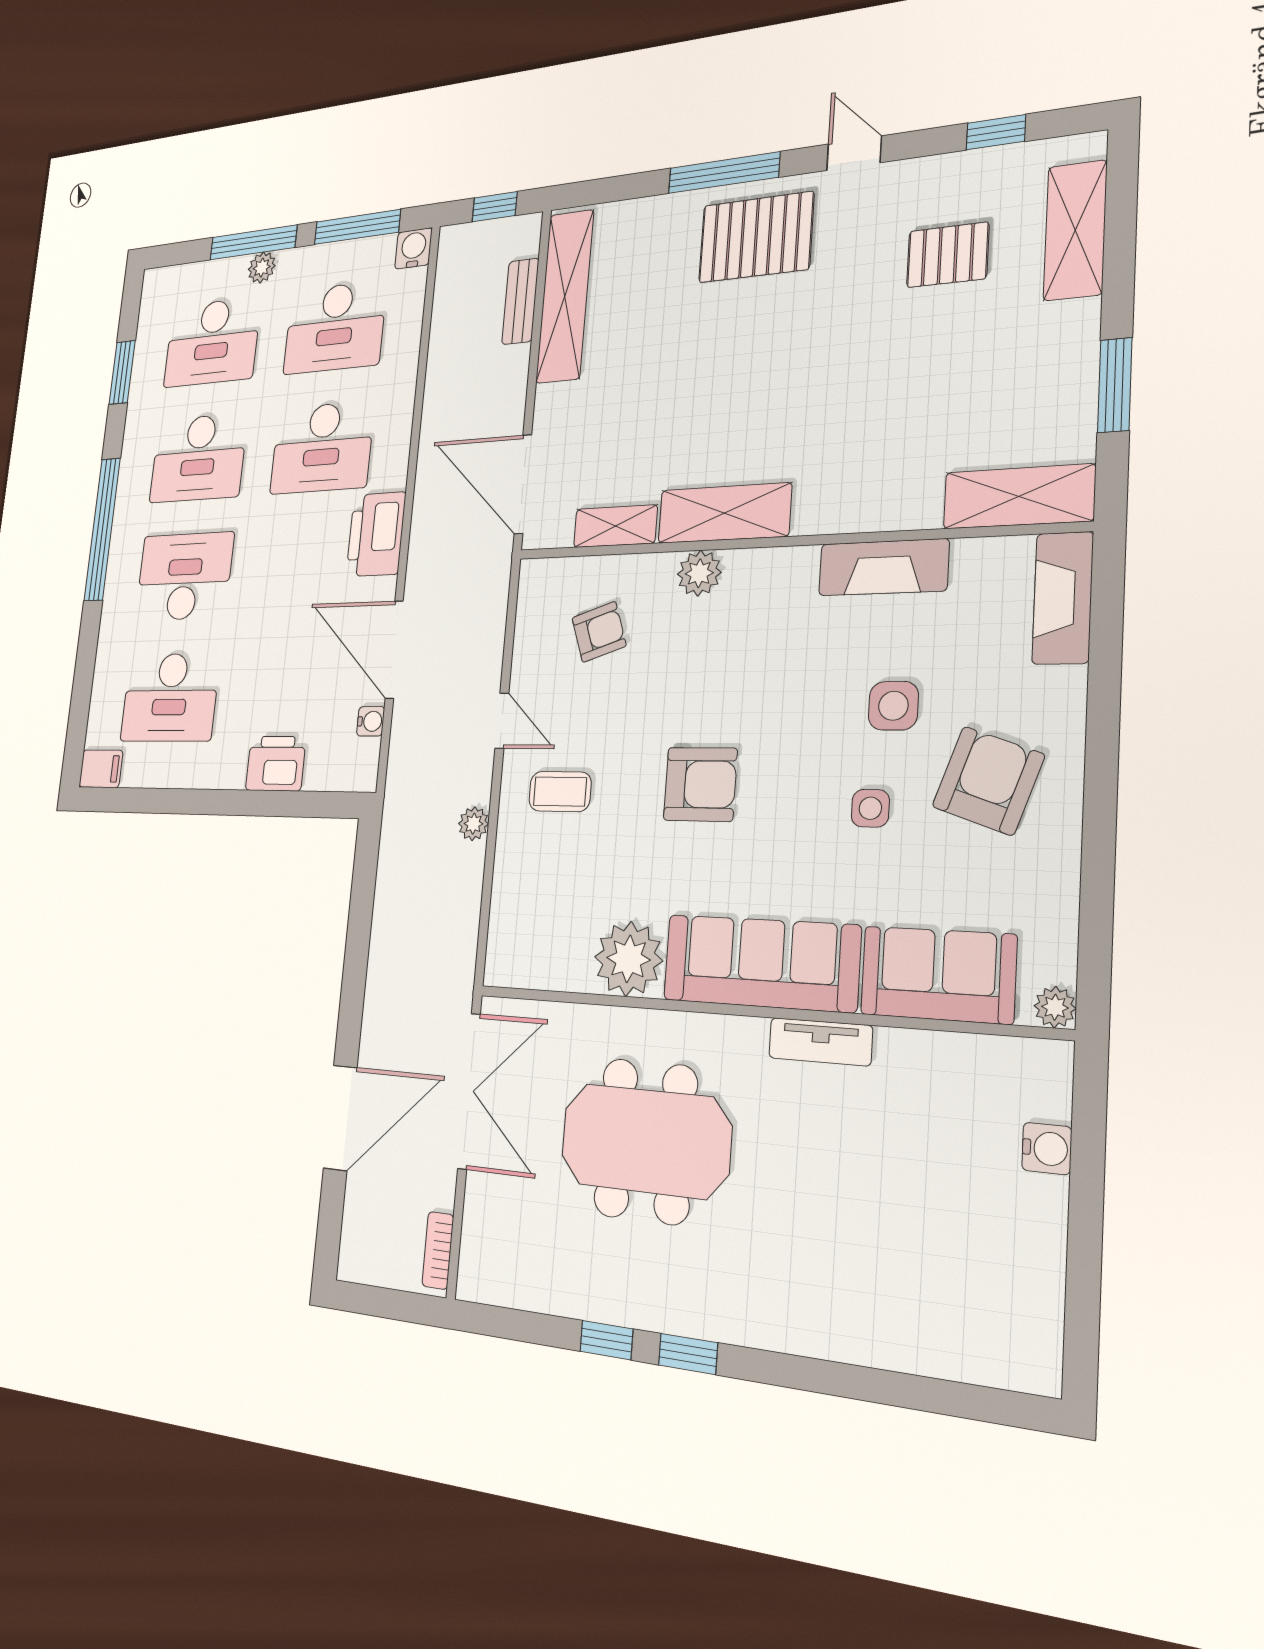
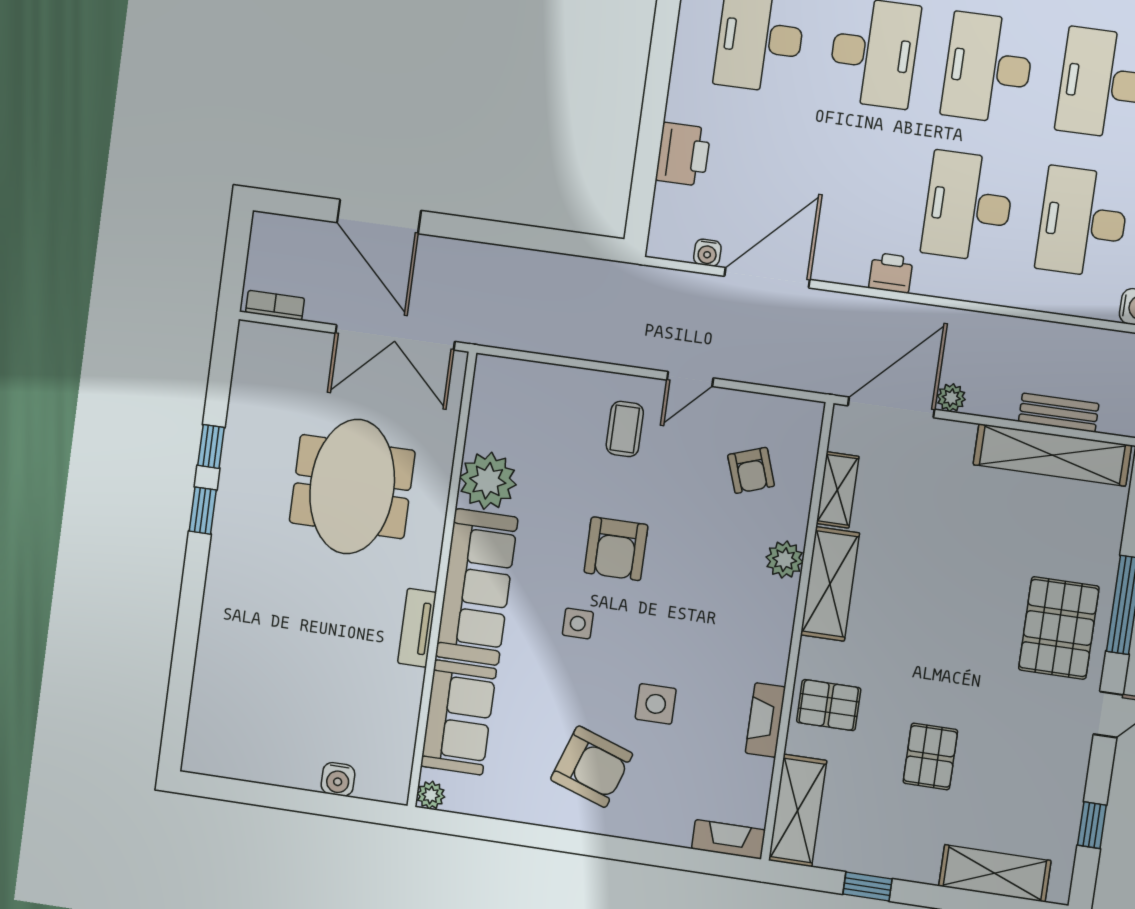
pallet: (948, 255) -> (930, 756), moved
window: (1115, 385) -> (867, 886), width x0.67
pallet: (874, 485) -> (829, 705), added
printer: (376, 534) -> (891, 273), width x0.53, depth x0.68
fireplace: (883, 567) -> (765, 720), width x0.73, depth x0.76
fireplace: (1063, 598) -> (728, 839), width x0.73, depth x0.76
side table: (870, 808) -> (578, 623), moved
plant: (473, 824) -> (951, 398), moved

